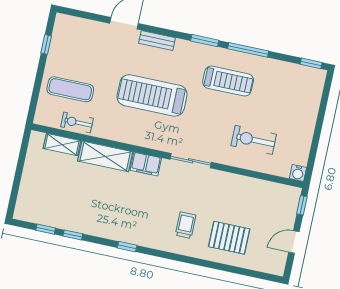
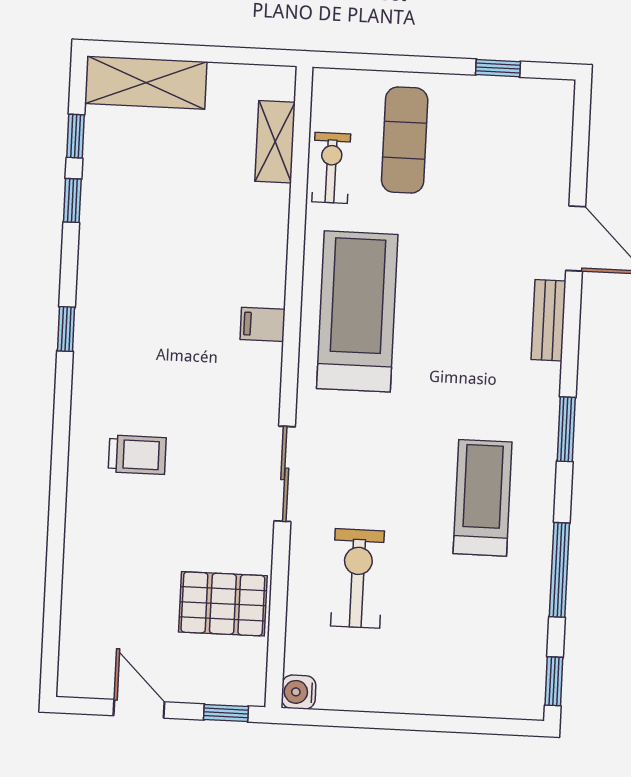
window: (248, 50) -> (559, 570), moved
treadmill: (228, 81) -> (483, 498), turned 180
treadmill: (152, 95) -> (357, 311), moved
shelving: (105, 156) -> (146, 83), moved, turned 90
sliding door: (191, 161) -> (285, 474), moved
filing cabinet: (146, 164) -> (263, 324), width x0.50
pallet: (229, 238) -> (223, 604), moved, turned 90

